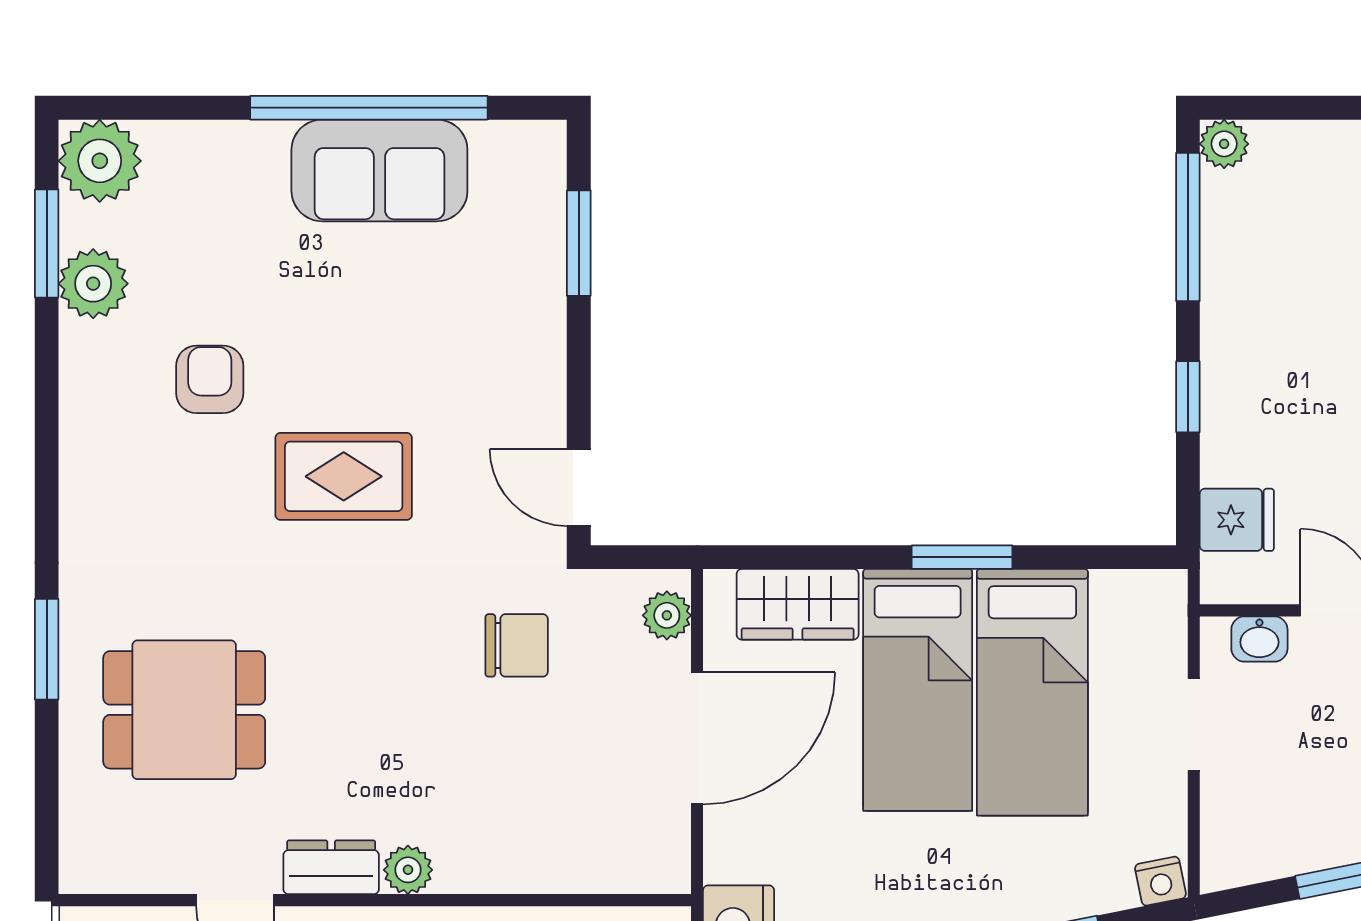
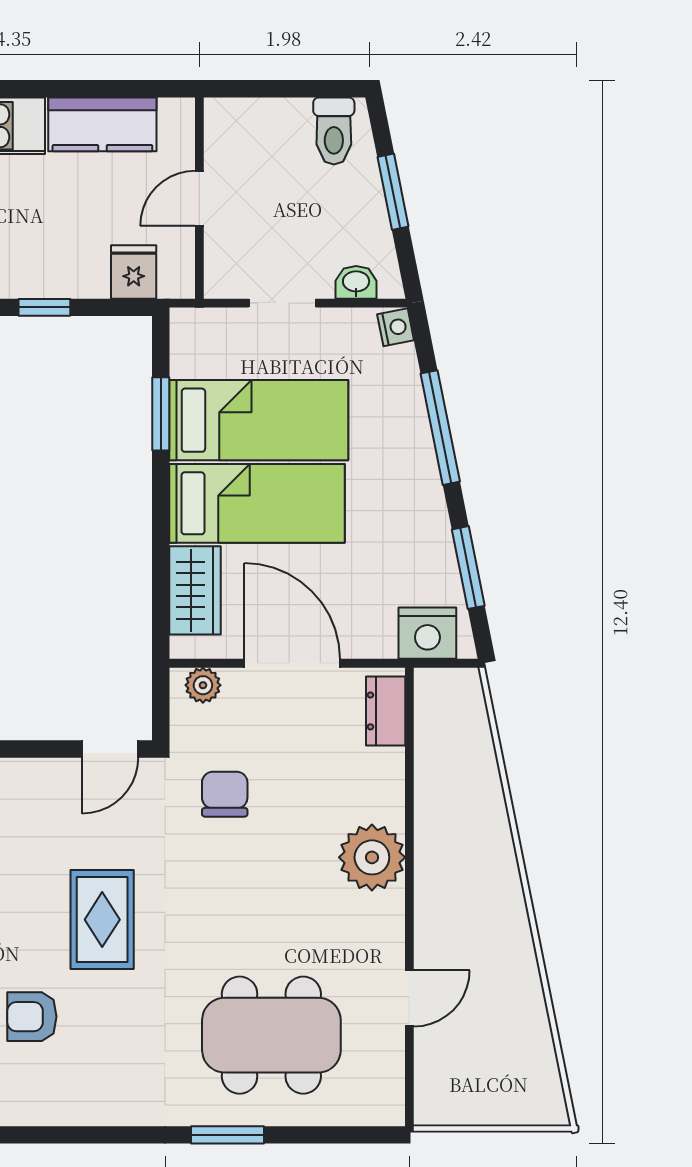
window: (962, 557) -> (161, 414), moved
washbasin: (1259, 639) -> (356, 282), moved, turned -90
dining table: (184, 710) -> (271, 1035), width x1.38
dresser: (331, 867) -> (386, 711), moved
plant: (408, 870) -> (372, 857), width x1.87, depth x1.87

